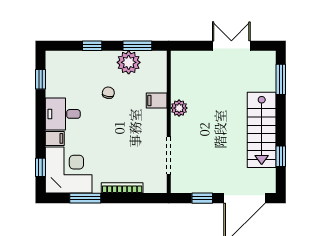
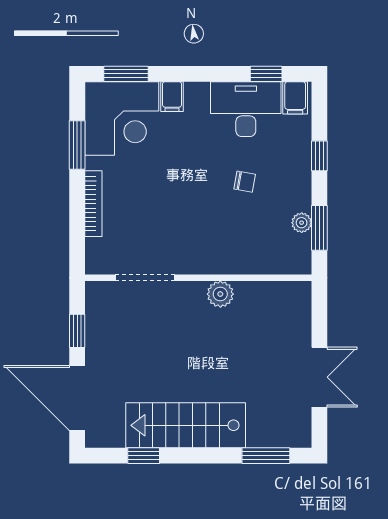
plant: (129, 62) -> (302, 223), width x0.53, depth x0.53
filing cabinet: (157, 101) -> (295, 98), moved, turned 180
desk: (63, 114) -> (246, 109), moved, width x1.37
window: (40, 167) -> (126, 74), width x1.50

